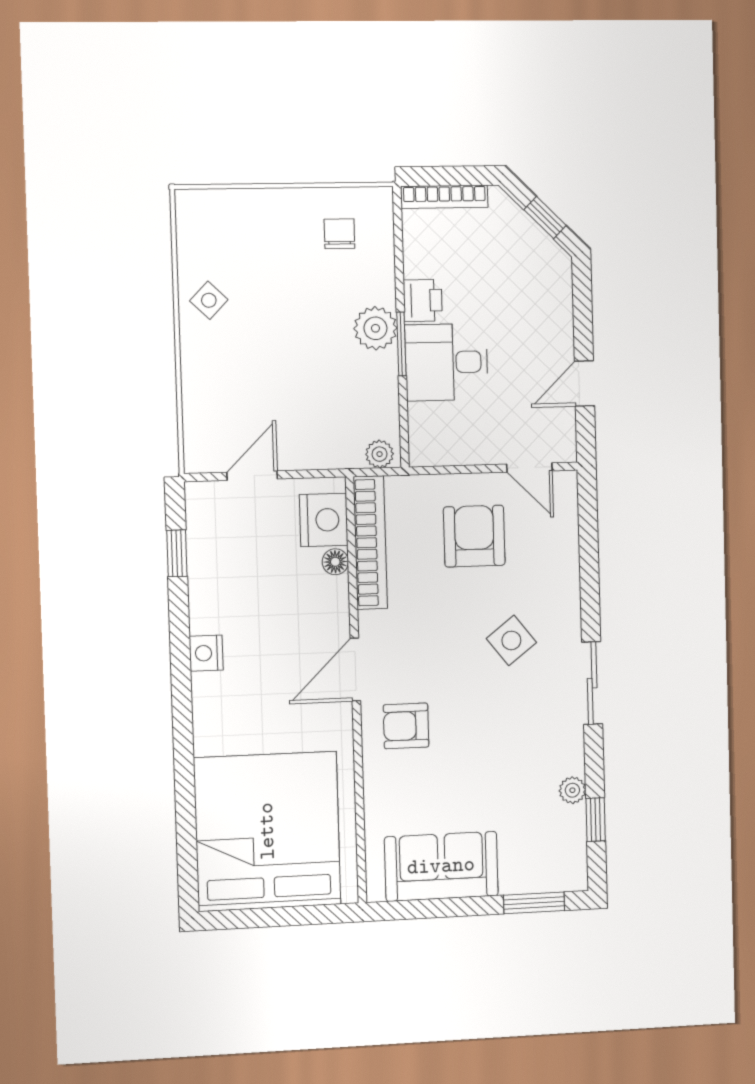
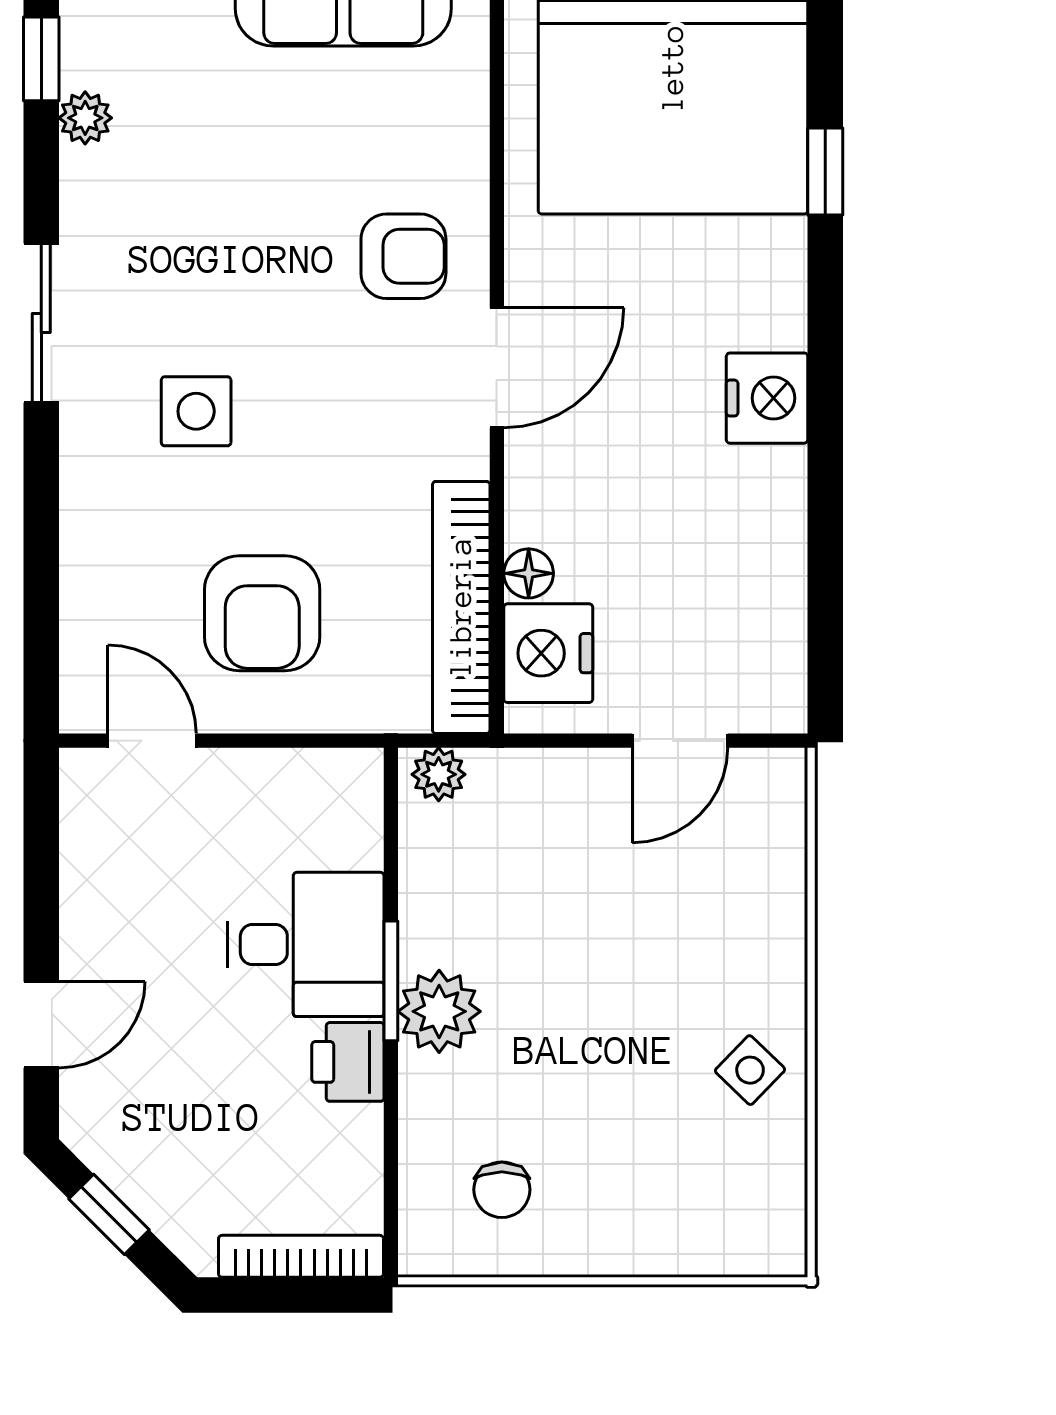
door: (584, 384) -> (41, 1025), moved
window: (177, 553) -> (825, 171), moved
side table: (511, 640) -> (196, 411), turned 38
nightstand: (206, 653) -> (767, 398), width x1.36, depth x1.33

